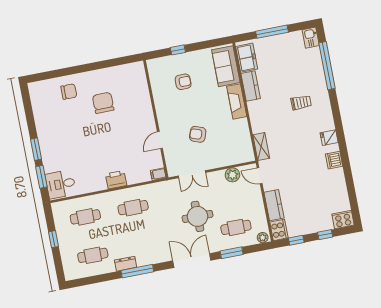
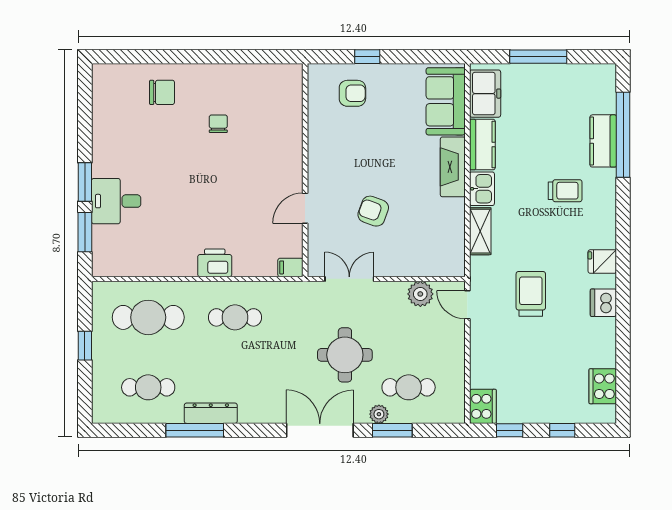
kitchen sink: (311, 38) -> (482, 189), moved, turned 180
armchair: (183, 82) -> (352, 93), moved
chair: (103, 103) -> (218, 124), width x0.54, depth x0.54
shelving: (261, 147) -> (480, 231), moved
trolley: (293, 163) -> (531, 294), added
double door: (192, 174) -> (349, 279), swing flipped
desk: (61, 184) -> (116, 201), moved
kitchen counter: (274, 205) -> (603, 141), moved, turned 180
cafe table: (85, 217) -> (148, 317), width x1.37, depth x1.35
cooker: (343, 220) -> (603, 386), moved, turned -90
plant: (263, 238) -> (379, 414), moved
dresser: (126, 264) -> (211, 413), width x1.44
window: (137, 271) -> (195, 430), moved

